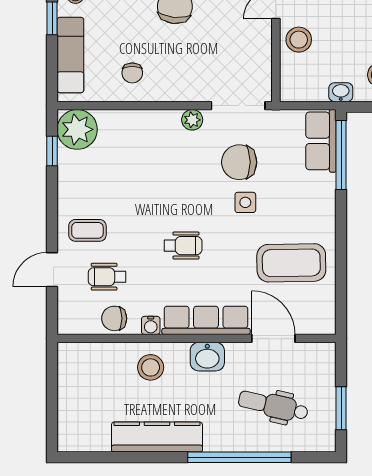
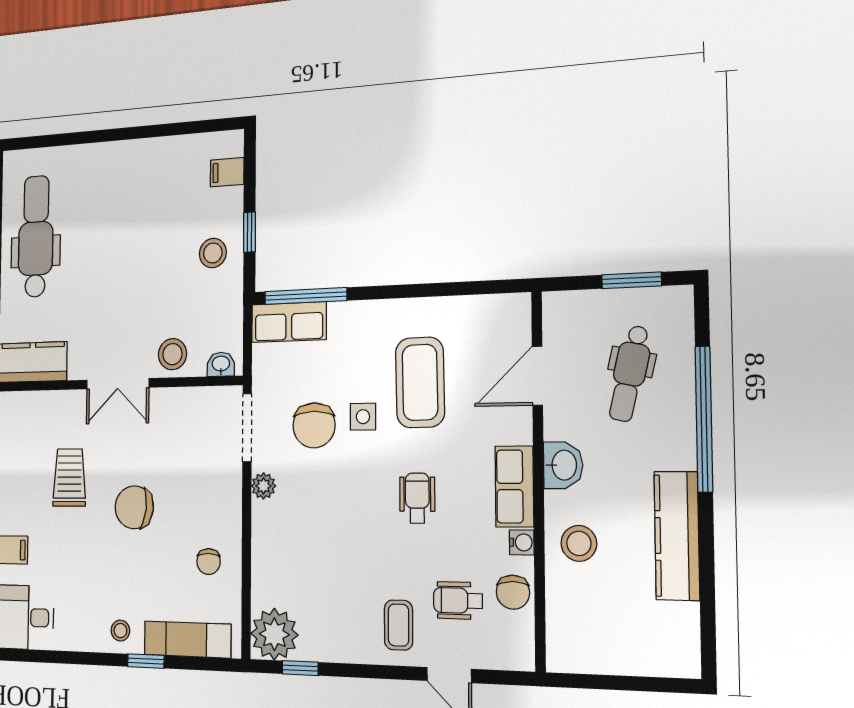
chair: (132, 73) -> (209, 562), turned 90
washbasin: (341, 92) -> (221, 364), moved, turned 90
coffee table: (291, 263) -> (420, 382), moved
wheelchair: (107, 277) -> (458, 600), turned 90
row of seats: (206, 320) -> (514, 486), width x0.68

